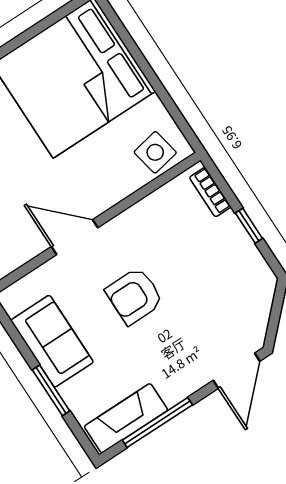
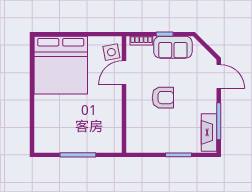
door: (75, 237) -> (124, 73), moved
armchair: (134, 296) -> (163, 98), turned -90
sofa: (52, 341) -> (173, 47), moved, turned 180

